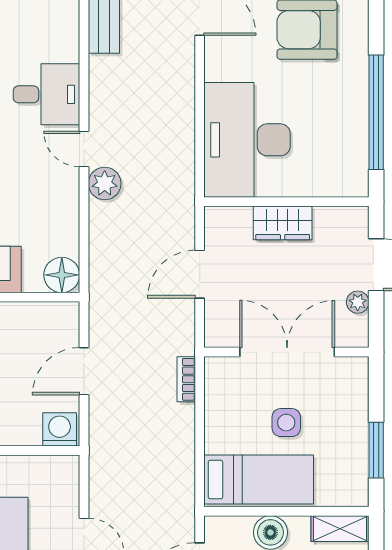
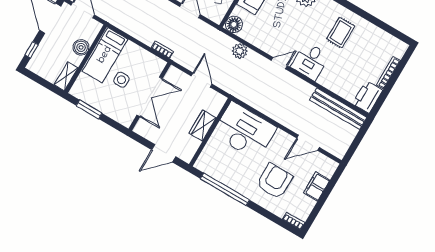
plant: (105, 183) -> (240, 51), moved
plant: (358, 302) -> (153, 137), removed

